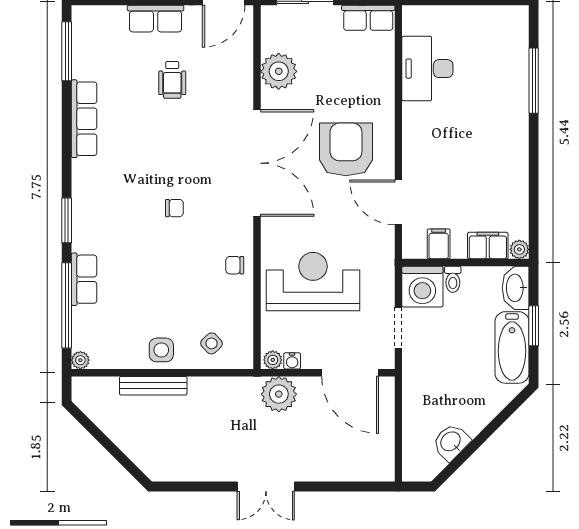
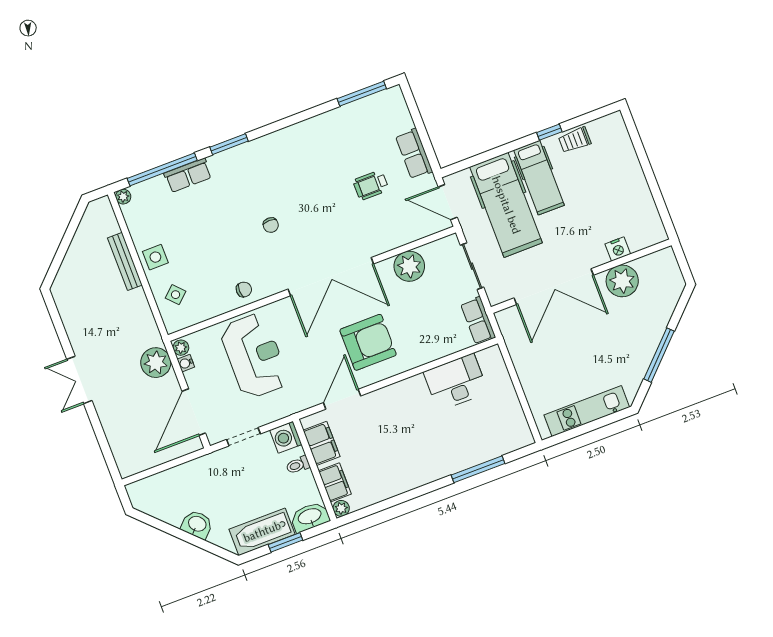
row of seats: (84, 119) -> (314, 127), removed
filing cabinet: (439, 244) -> (321, 443), width x2.00
chair: (235, 265) -> (244, 289), turned 90
washing machine: (422, 287) -> (286, 437), width x0.73, depth x0.73
washbasin: (451, 442) -> (197, 524), moved

